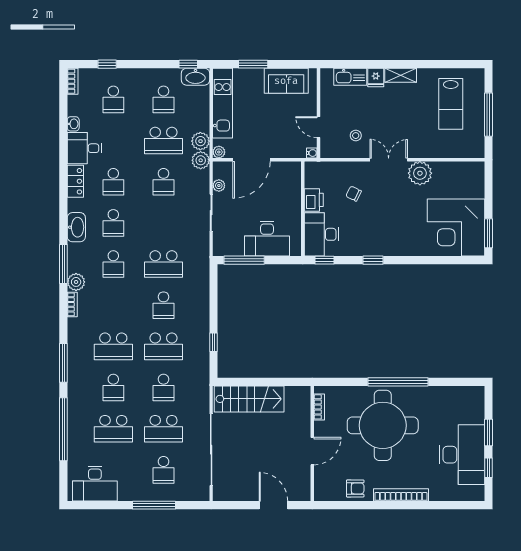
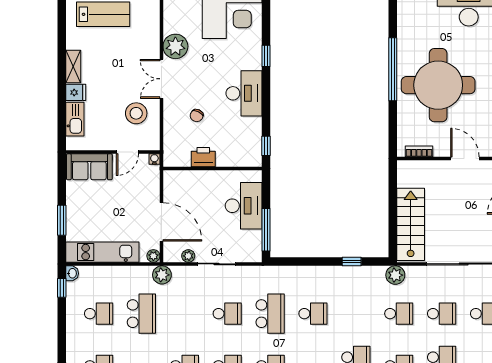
washbasin: (195, 77) -> (72, 273), width x0.52, depth x0.69
sofa: (286, 81) -> (89, 167), moved, turned 90
stool: (356, 136) -> (136, 113), width x1.89, depth x1.89
plant: (200, 141) -> (395, 275), moved
school desk: (164, 182) -> (227, 314), moved
desk: (321, 234) -> (244, 93), moved, turned -90
window: (373, 260) -> (266, 56), moved
school desk: (164, 346) -> (356, 314), removed
school desk: (164, 429) -> (442, 314), width x0.54

